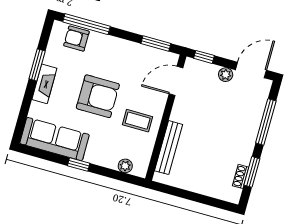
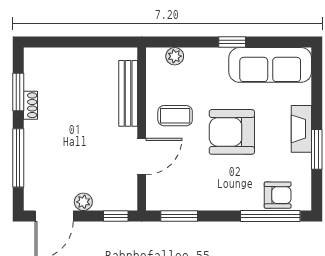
door: (176, 81) -> (142, 156), moved
shoe rack: (241, 176) -> (30, 105), moved

